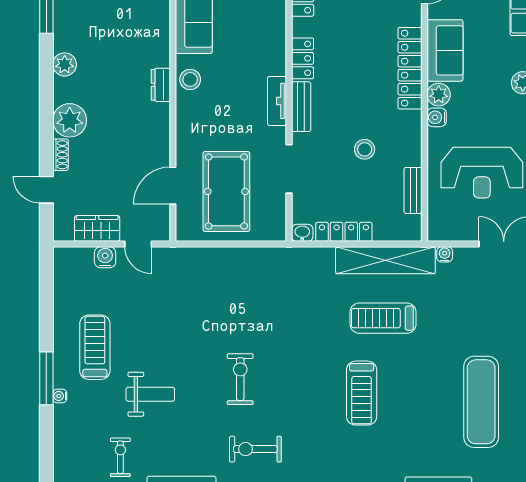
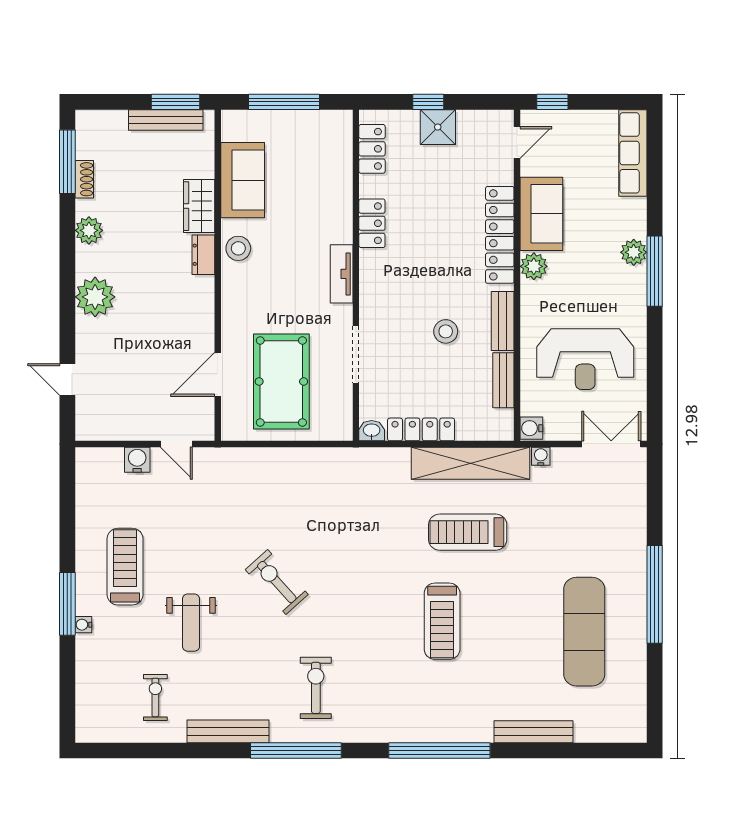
bench: (301, 107) -> (503, 321), moved
water cooler: (437, 117) -> (531, 428), moved
shoe rack: (60, 155) -> (84, 179), moved
wardrobe: (97, 228) -> (199, 206), moved, turned -90
exercise bike: (240, 379) -> (277, 582), moved, turned -42
weight bench: (150, 394) -> (191, 623), turned 90
exercise bike: (255, 449) -> (316, 688), turned 90

